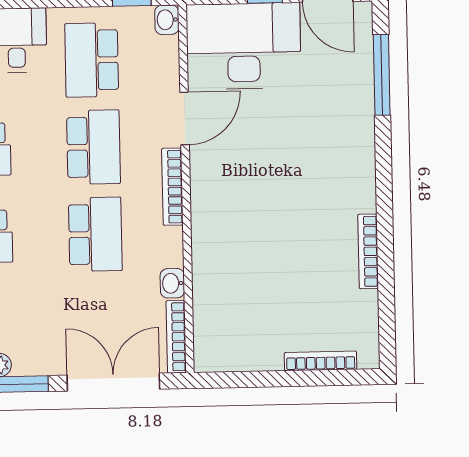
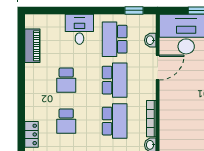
washbasin: (167, 20) -> (150, 40), moved
bookcase: (172, 187) -> (151, 119), moved

